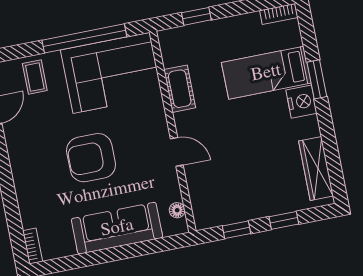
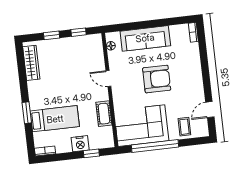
nightstand: (301, 102) -> (80, 144), moved, turned -90

